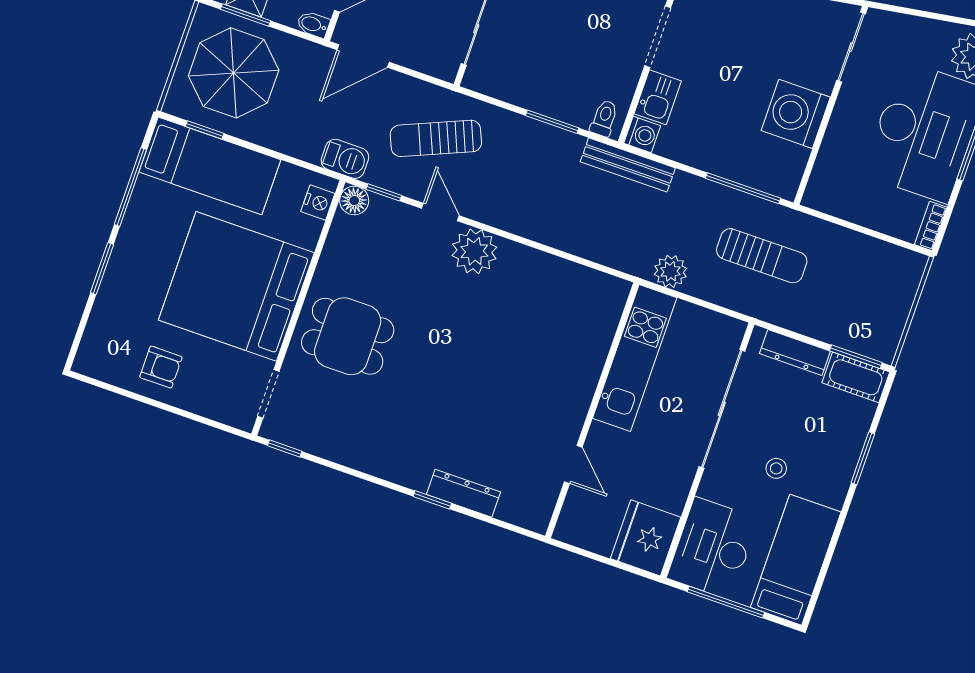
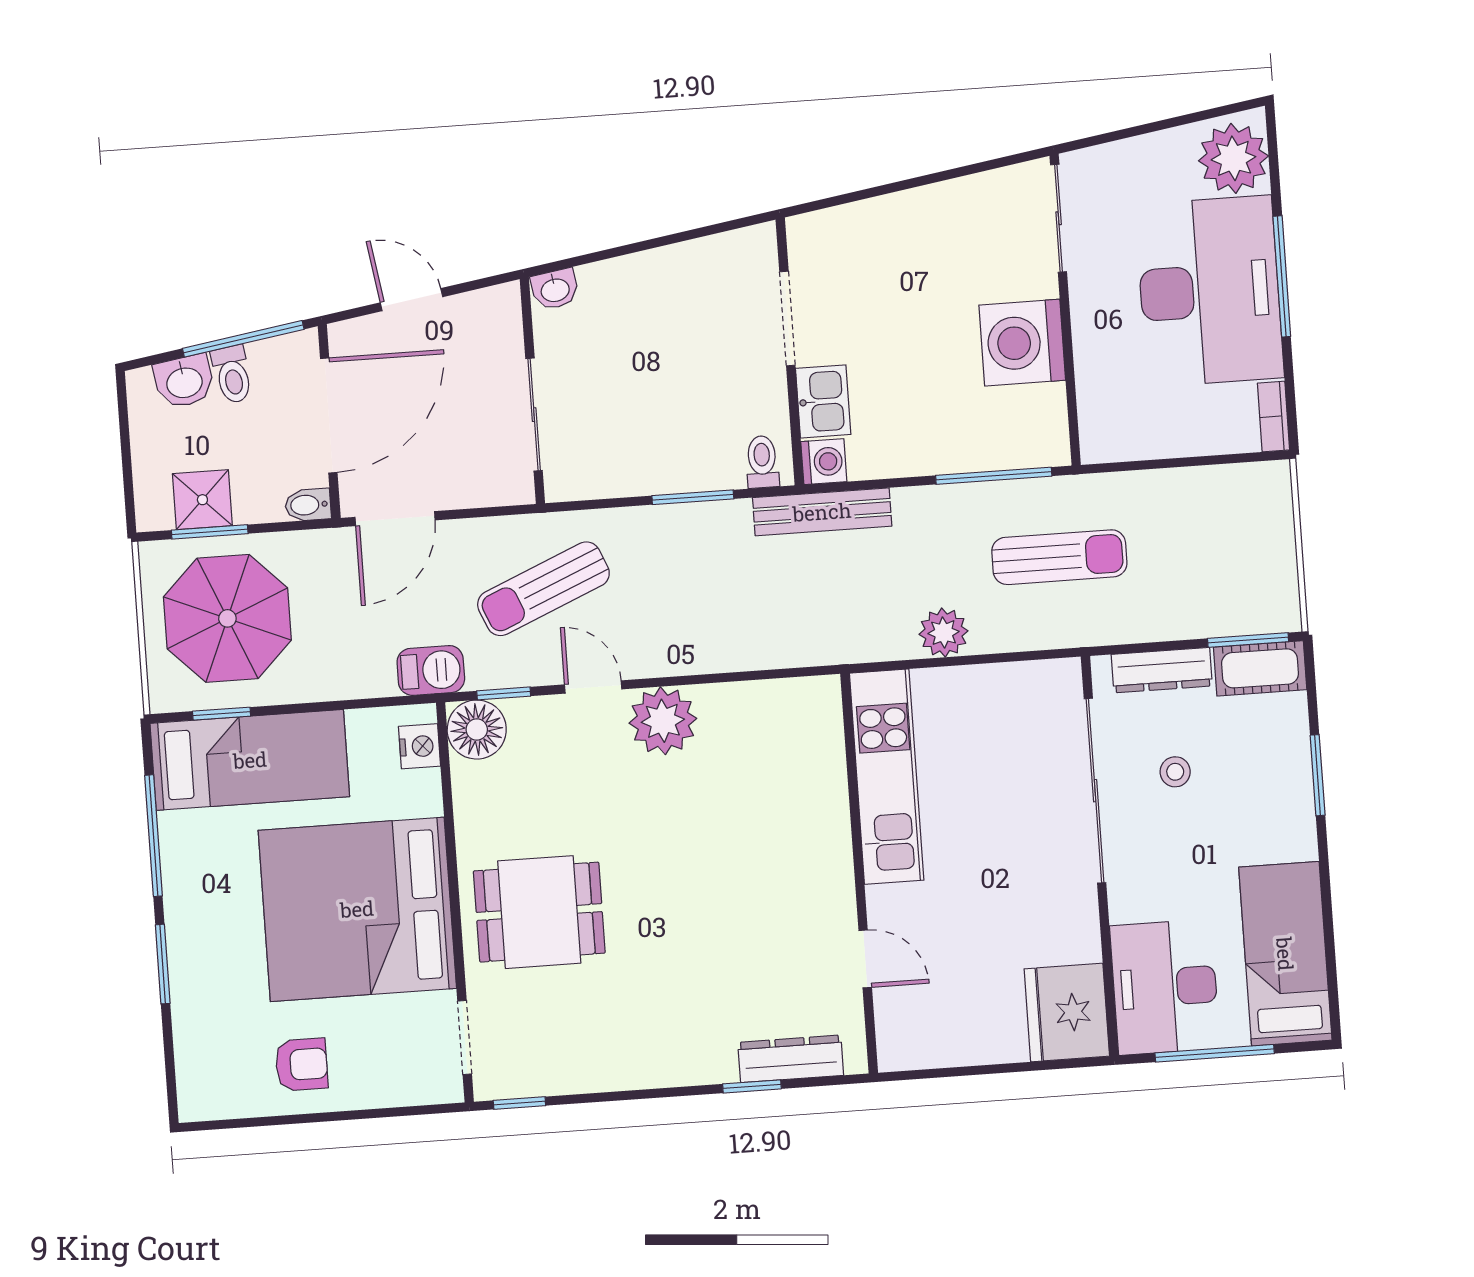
floor lamp: (354, 200) -> (477, 730), width x1.38, depth x1.38
kitchen unit: (635, 358) -> (887, 777), moved
wall: (592, 410) -> (859, 873), moved
door: (573, 465) -> (865, 959), moved
stool: (776, 468) -> (1175, 772), moved

